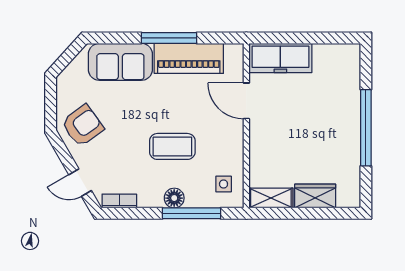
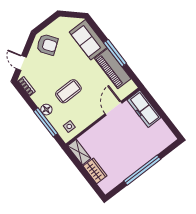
coffee table: (172, 146) -> (68, 91), turned 90

